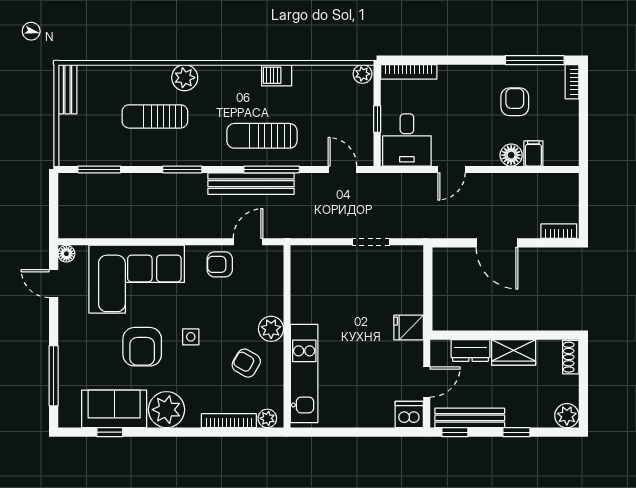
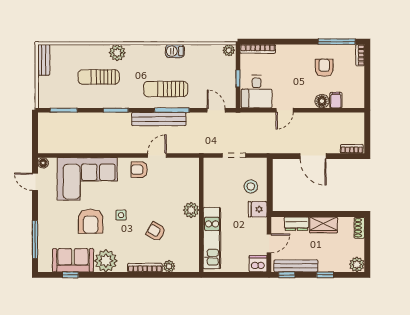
stool: (398, 291) -> (251, 186), added
plant: (271, 329) -> (191, 210), moved
wall: (287, 336) -> (201, 215), moved
kitchen unit: (304, 373) -> (212, 238), moved

